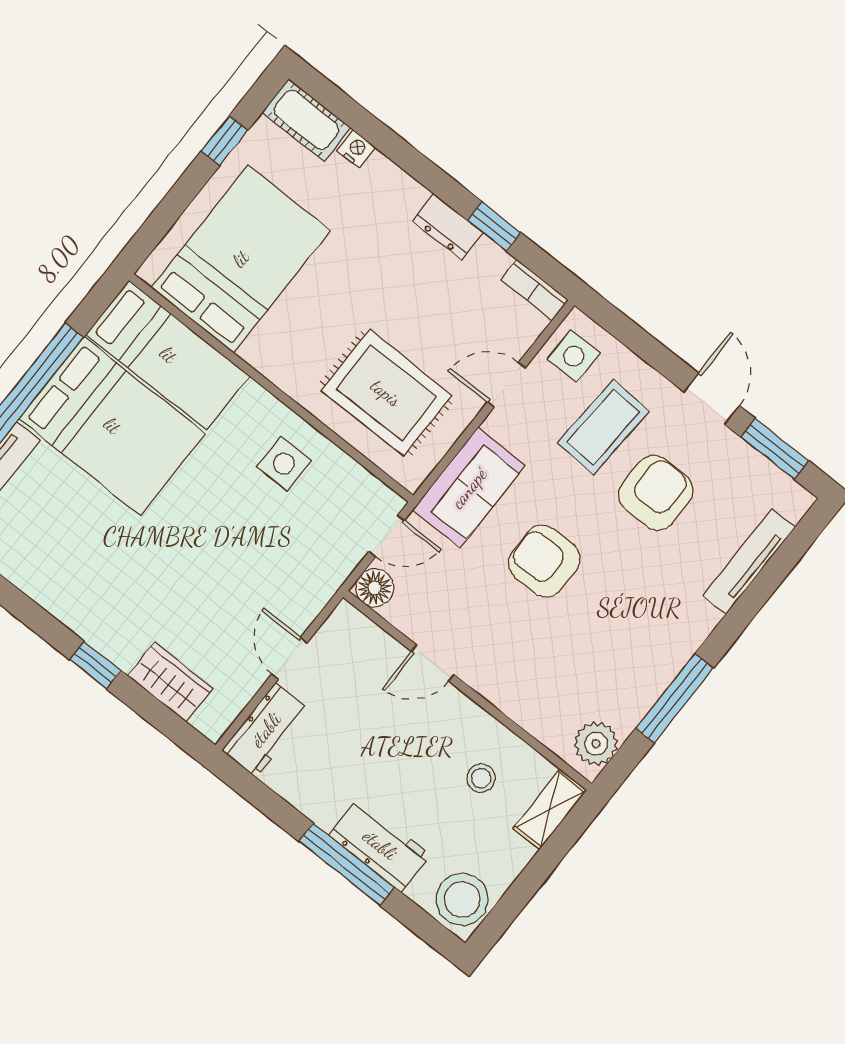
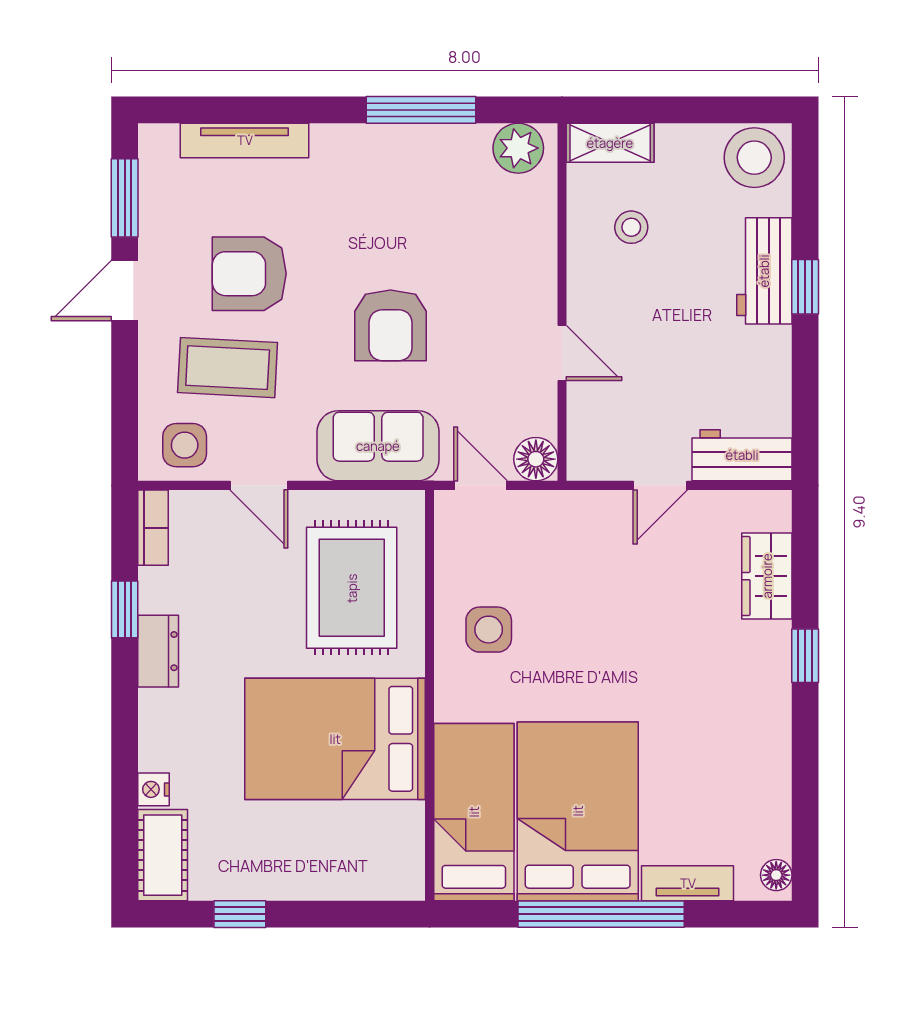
bed: (241, 259) -> (335, 739), moved
window: (347, 864) -> (805, 287), width x0.46

